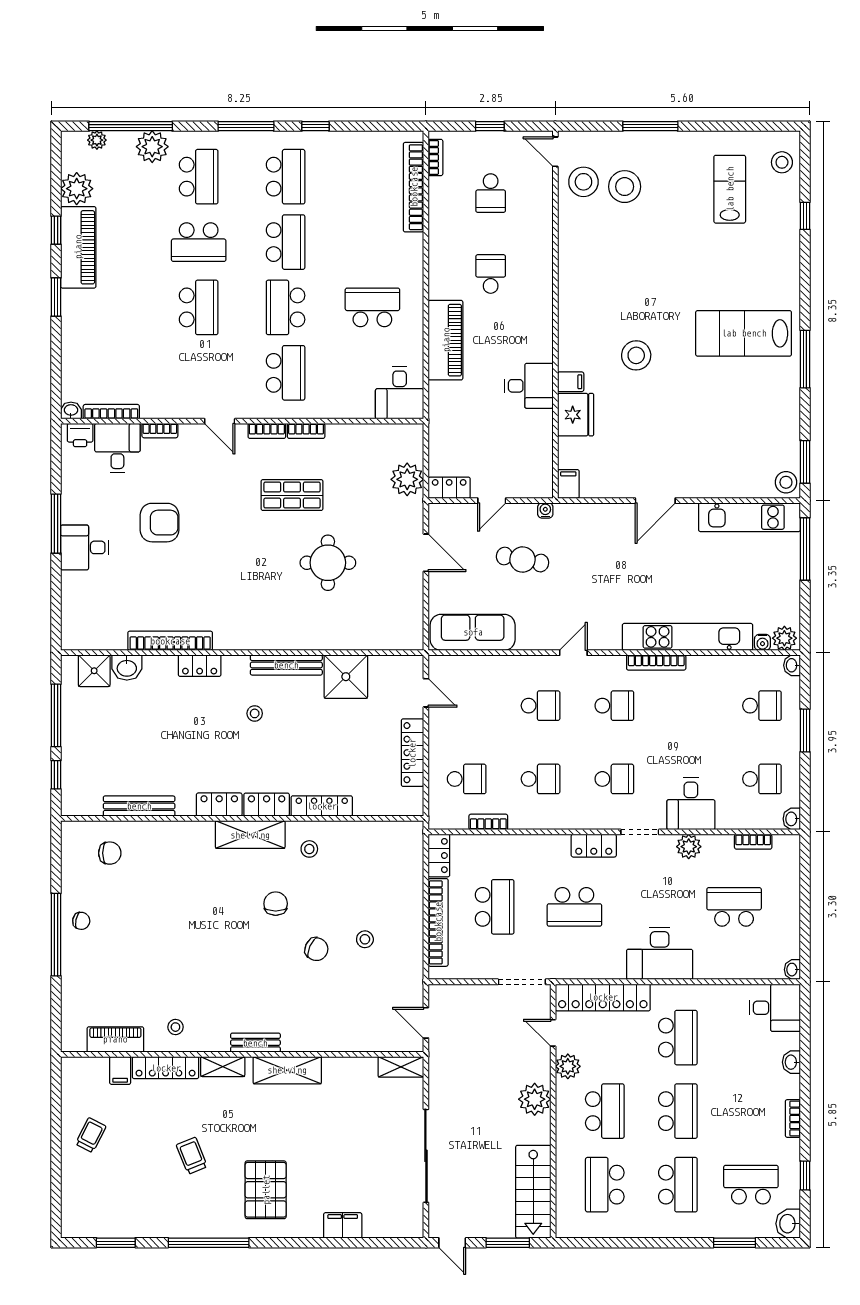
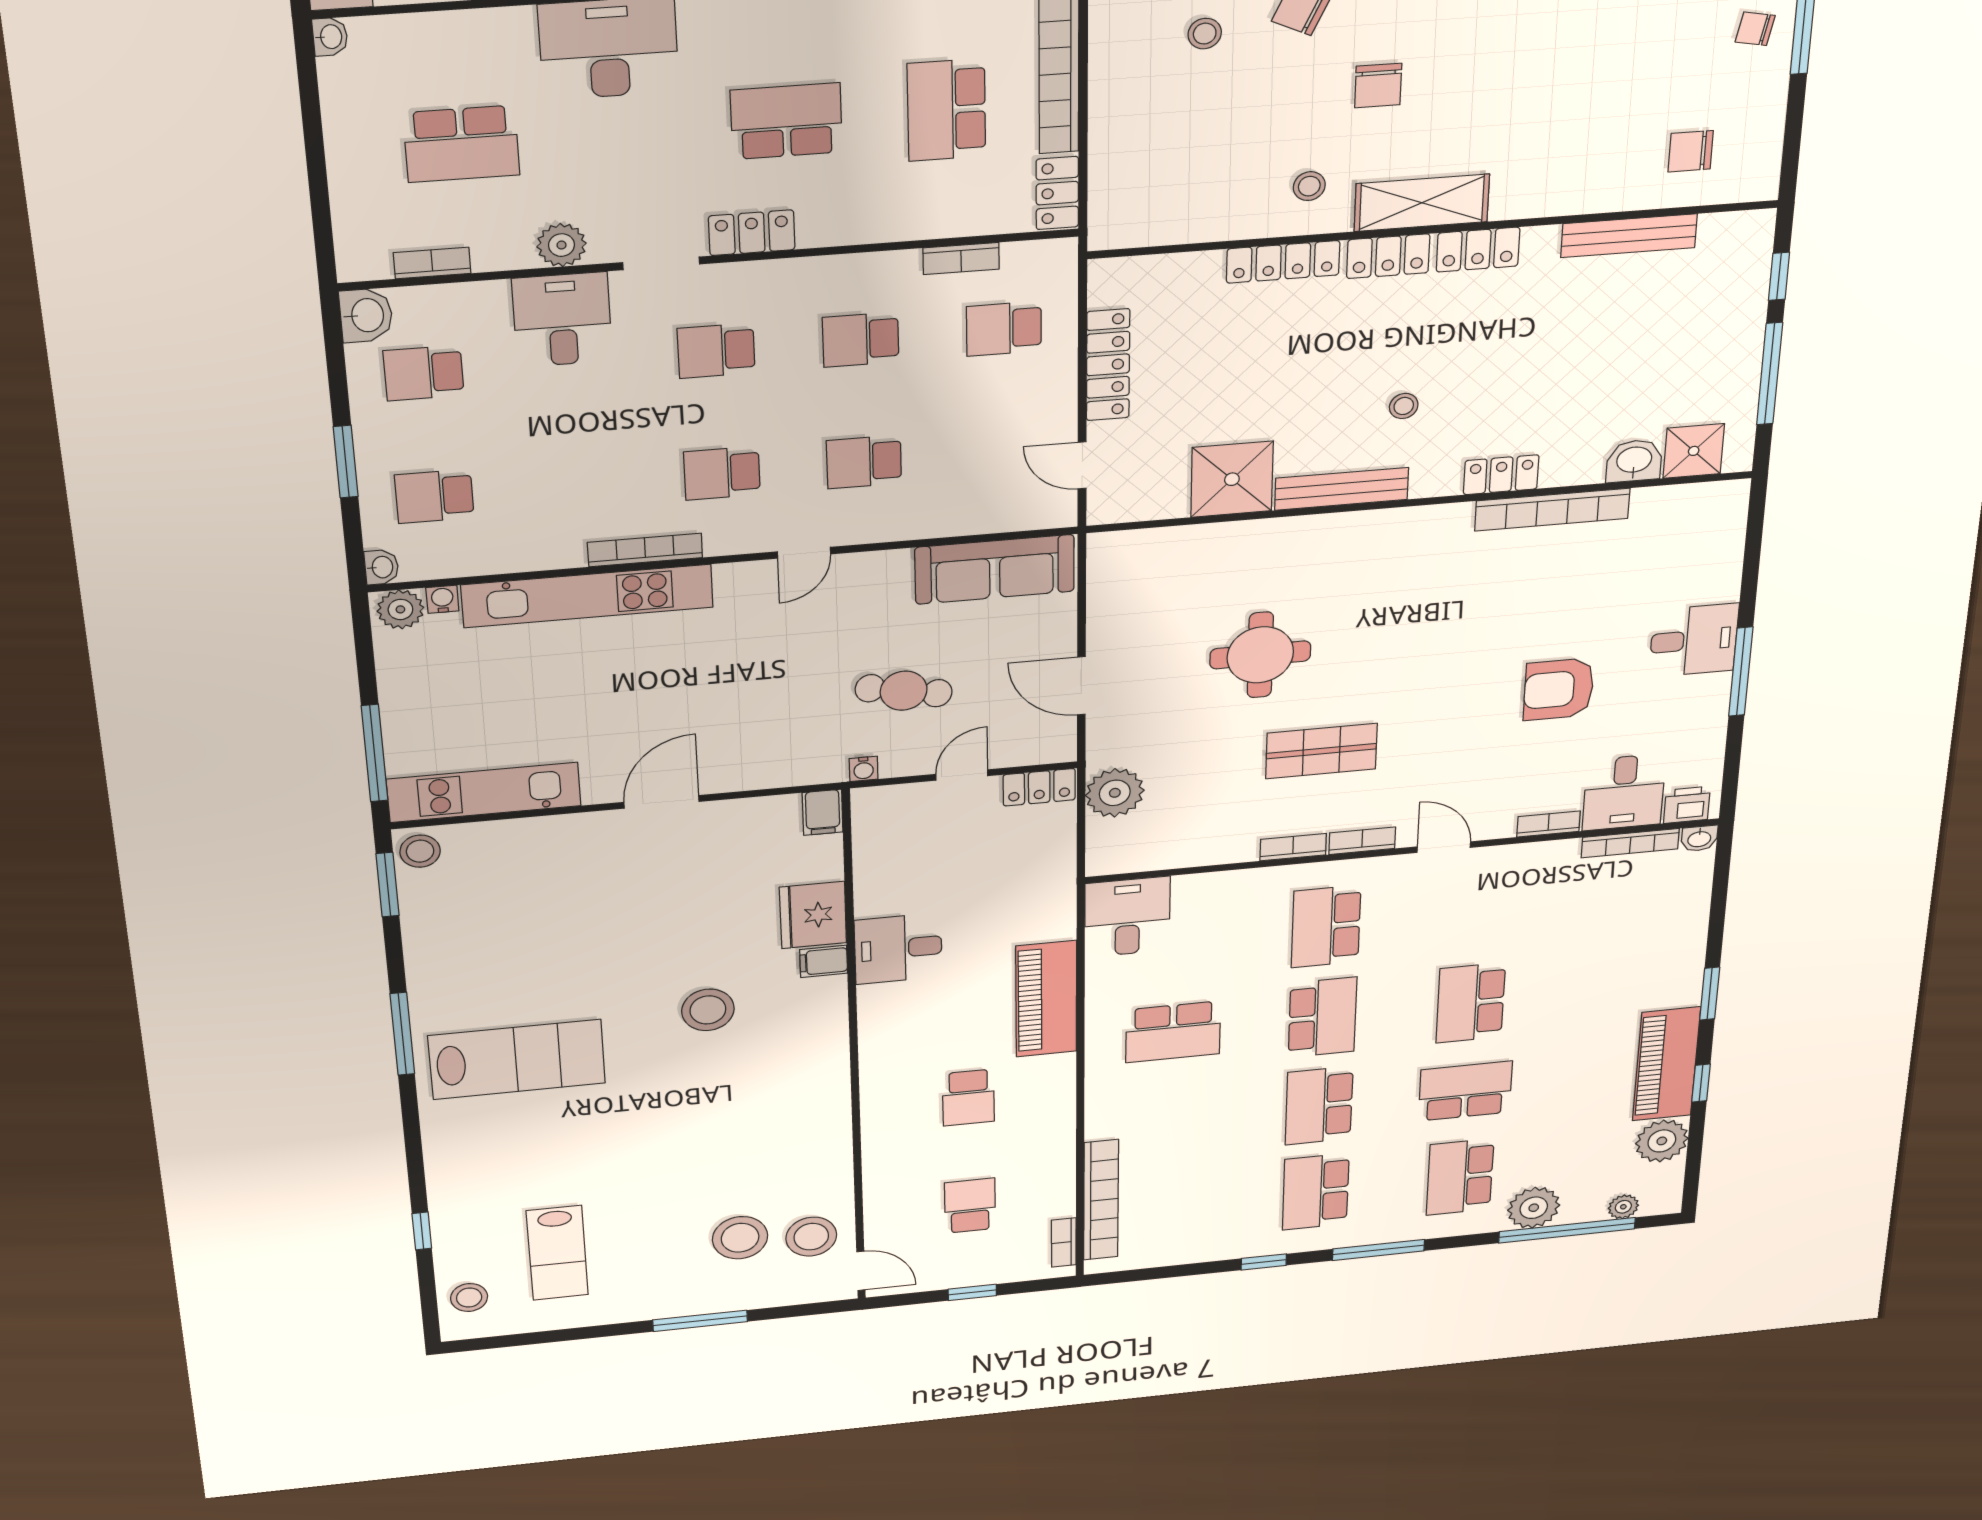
washbasin: (792, 819) -> (366, 315), width x1.38, depth x1.45

